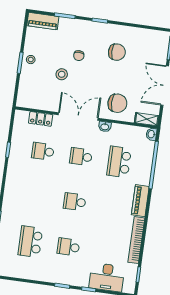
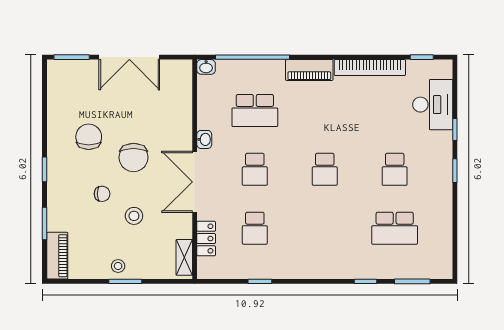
chair: (117, 103) -> (134, 157), moved, turned 180
shelving: (147, 119) -> (184, 257), moved

